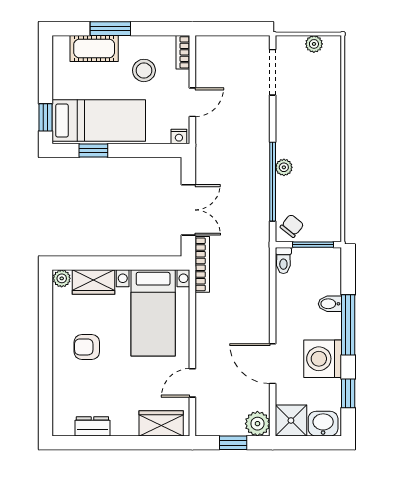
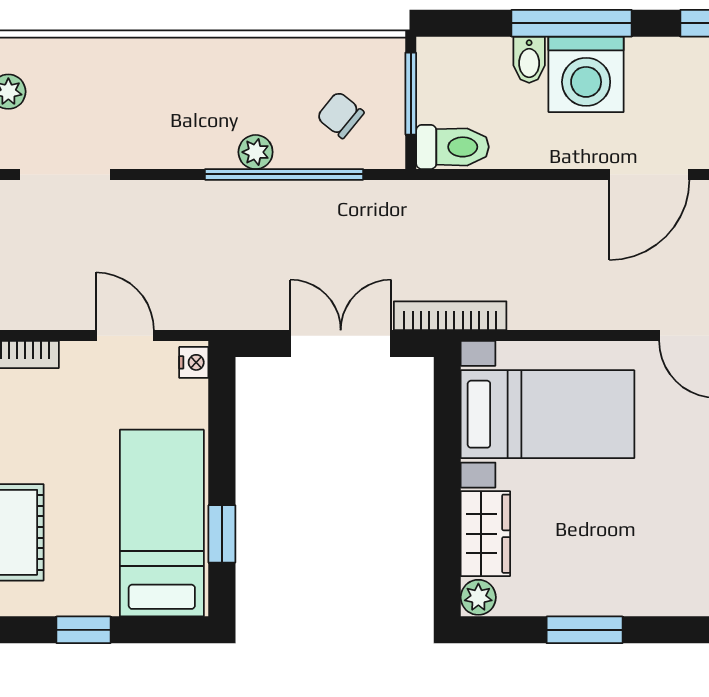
stool: (144, 70) -> (61, 433), removed
window: (46, 117) -> (83, 630), moved
chair: (292, 226) -> (340, 115), moved
toilet: (283, 260) -> (452, 147), width x1.37, depth x1.39
window: (46, 331) -> (585, 630), added
armchair: (87, 347) -> (616, 547), removed
washing machine: (323, 359) -> (586, 74), moved

